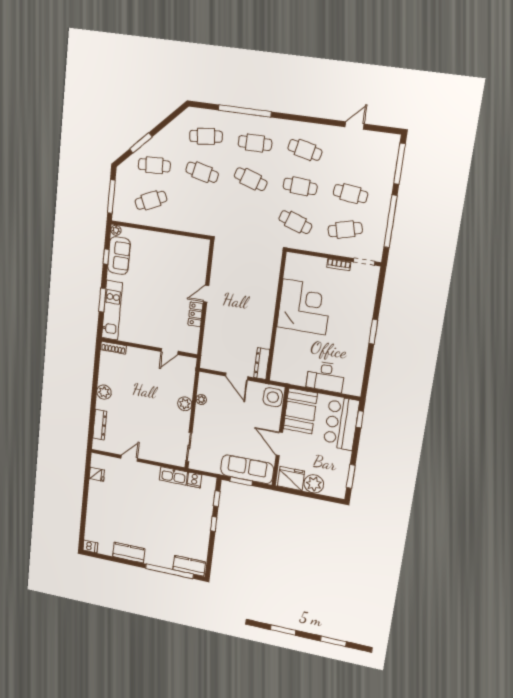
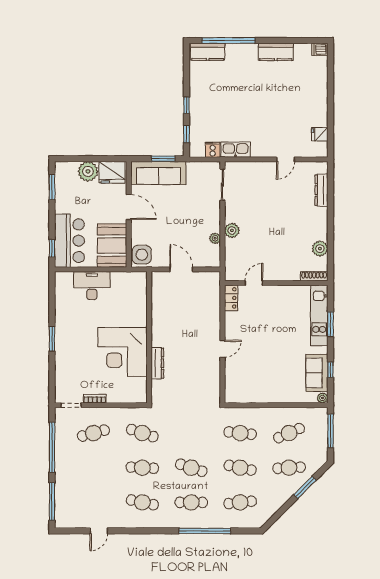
cafe table: (350, 194) -> (240, 433), moved
locker: (195, 314) -> (231, 298), moved
dresser: (262, 364) -> (157, 363), moved
plant: (104, 392) -> (320, 249), moved

